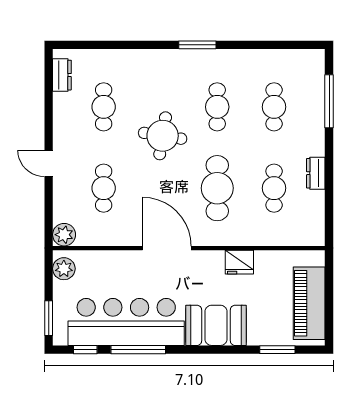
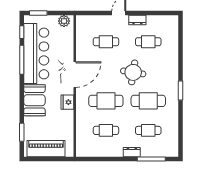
dresser: (62, 75) -> (137, 20), moved
cafe table: (217, 107) -> (148, 101), width x1.37, depth x1.35
dresser: (316, 173) -> (132, 152), moved
plant: (64, 235) -> (82, 21), removed
fridge: (239, 262) -> (67, 102), moved

